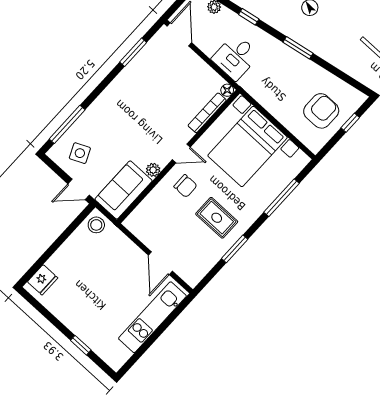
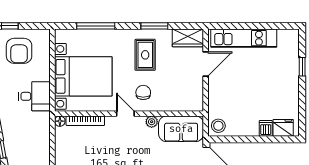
desk: (236, 57) -> (34, 96), moved
armchair: (321, 111) -> (19, 51), turned -90
dishwasher: (56, 264) -> (266, 128), added
wardrobe: (197, 269) -> (188, 38), added

